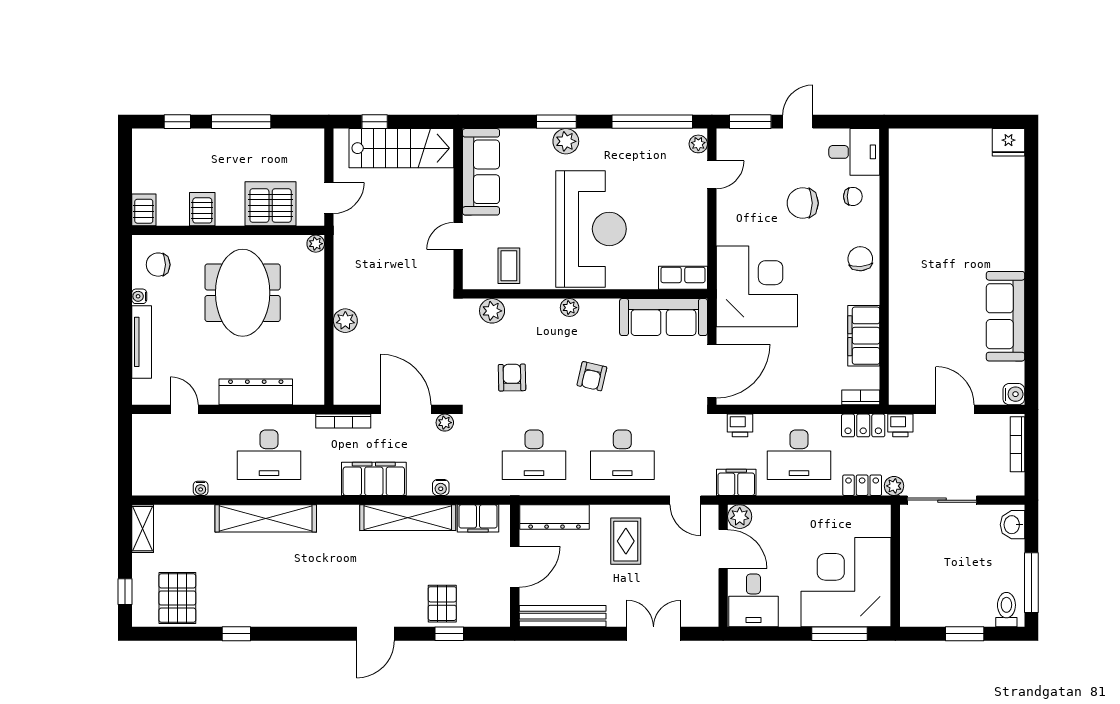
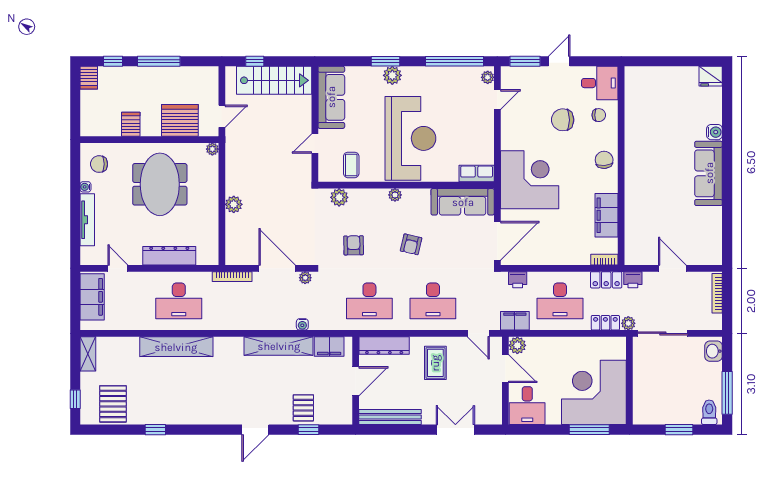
server rack: (144, 210) -> (89, 78), moved, turned 180
sofa: (1005, 316) -> (709, 173), moved
water cooler: (1014, 394) -> (714, 132), moved
filing cabinet: (374, 479) -> (92, 297), moved, turned 90
water cooler: (201, 488) -> (130, 325), removed

